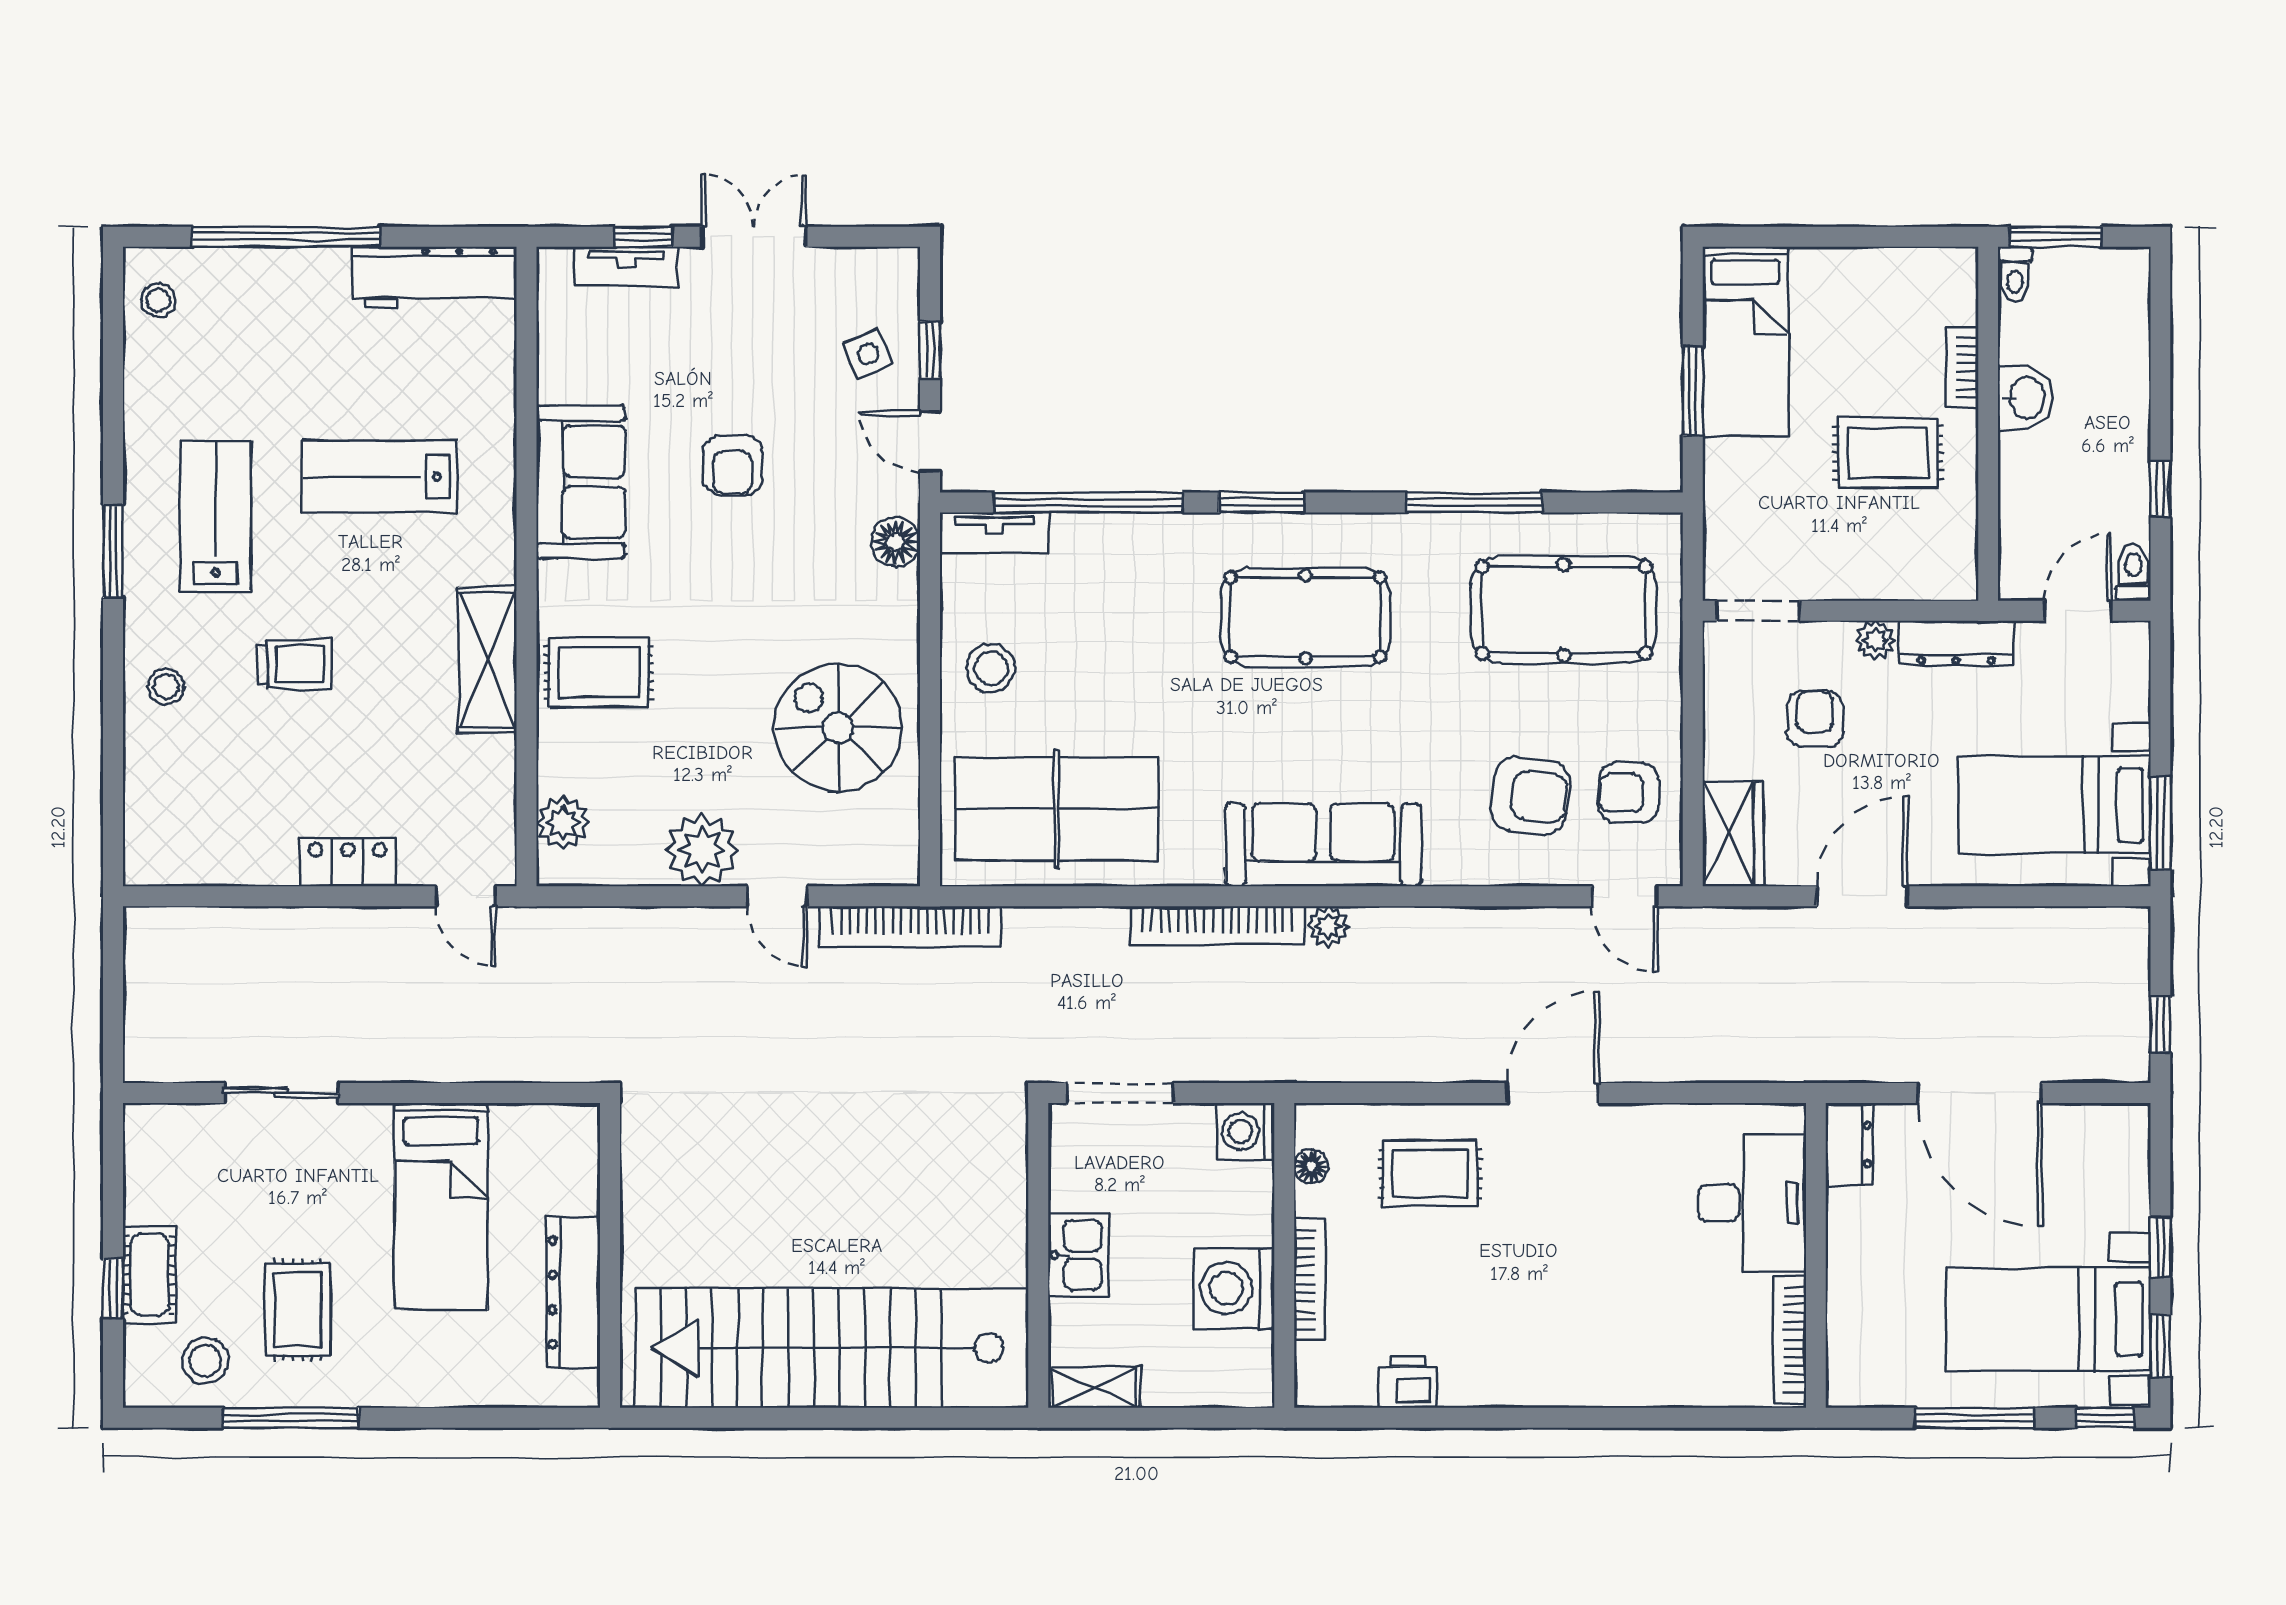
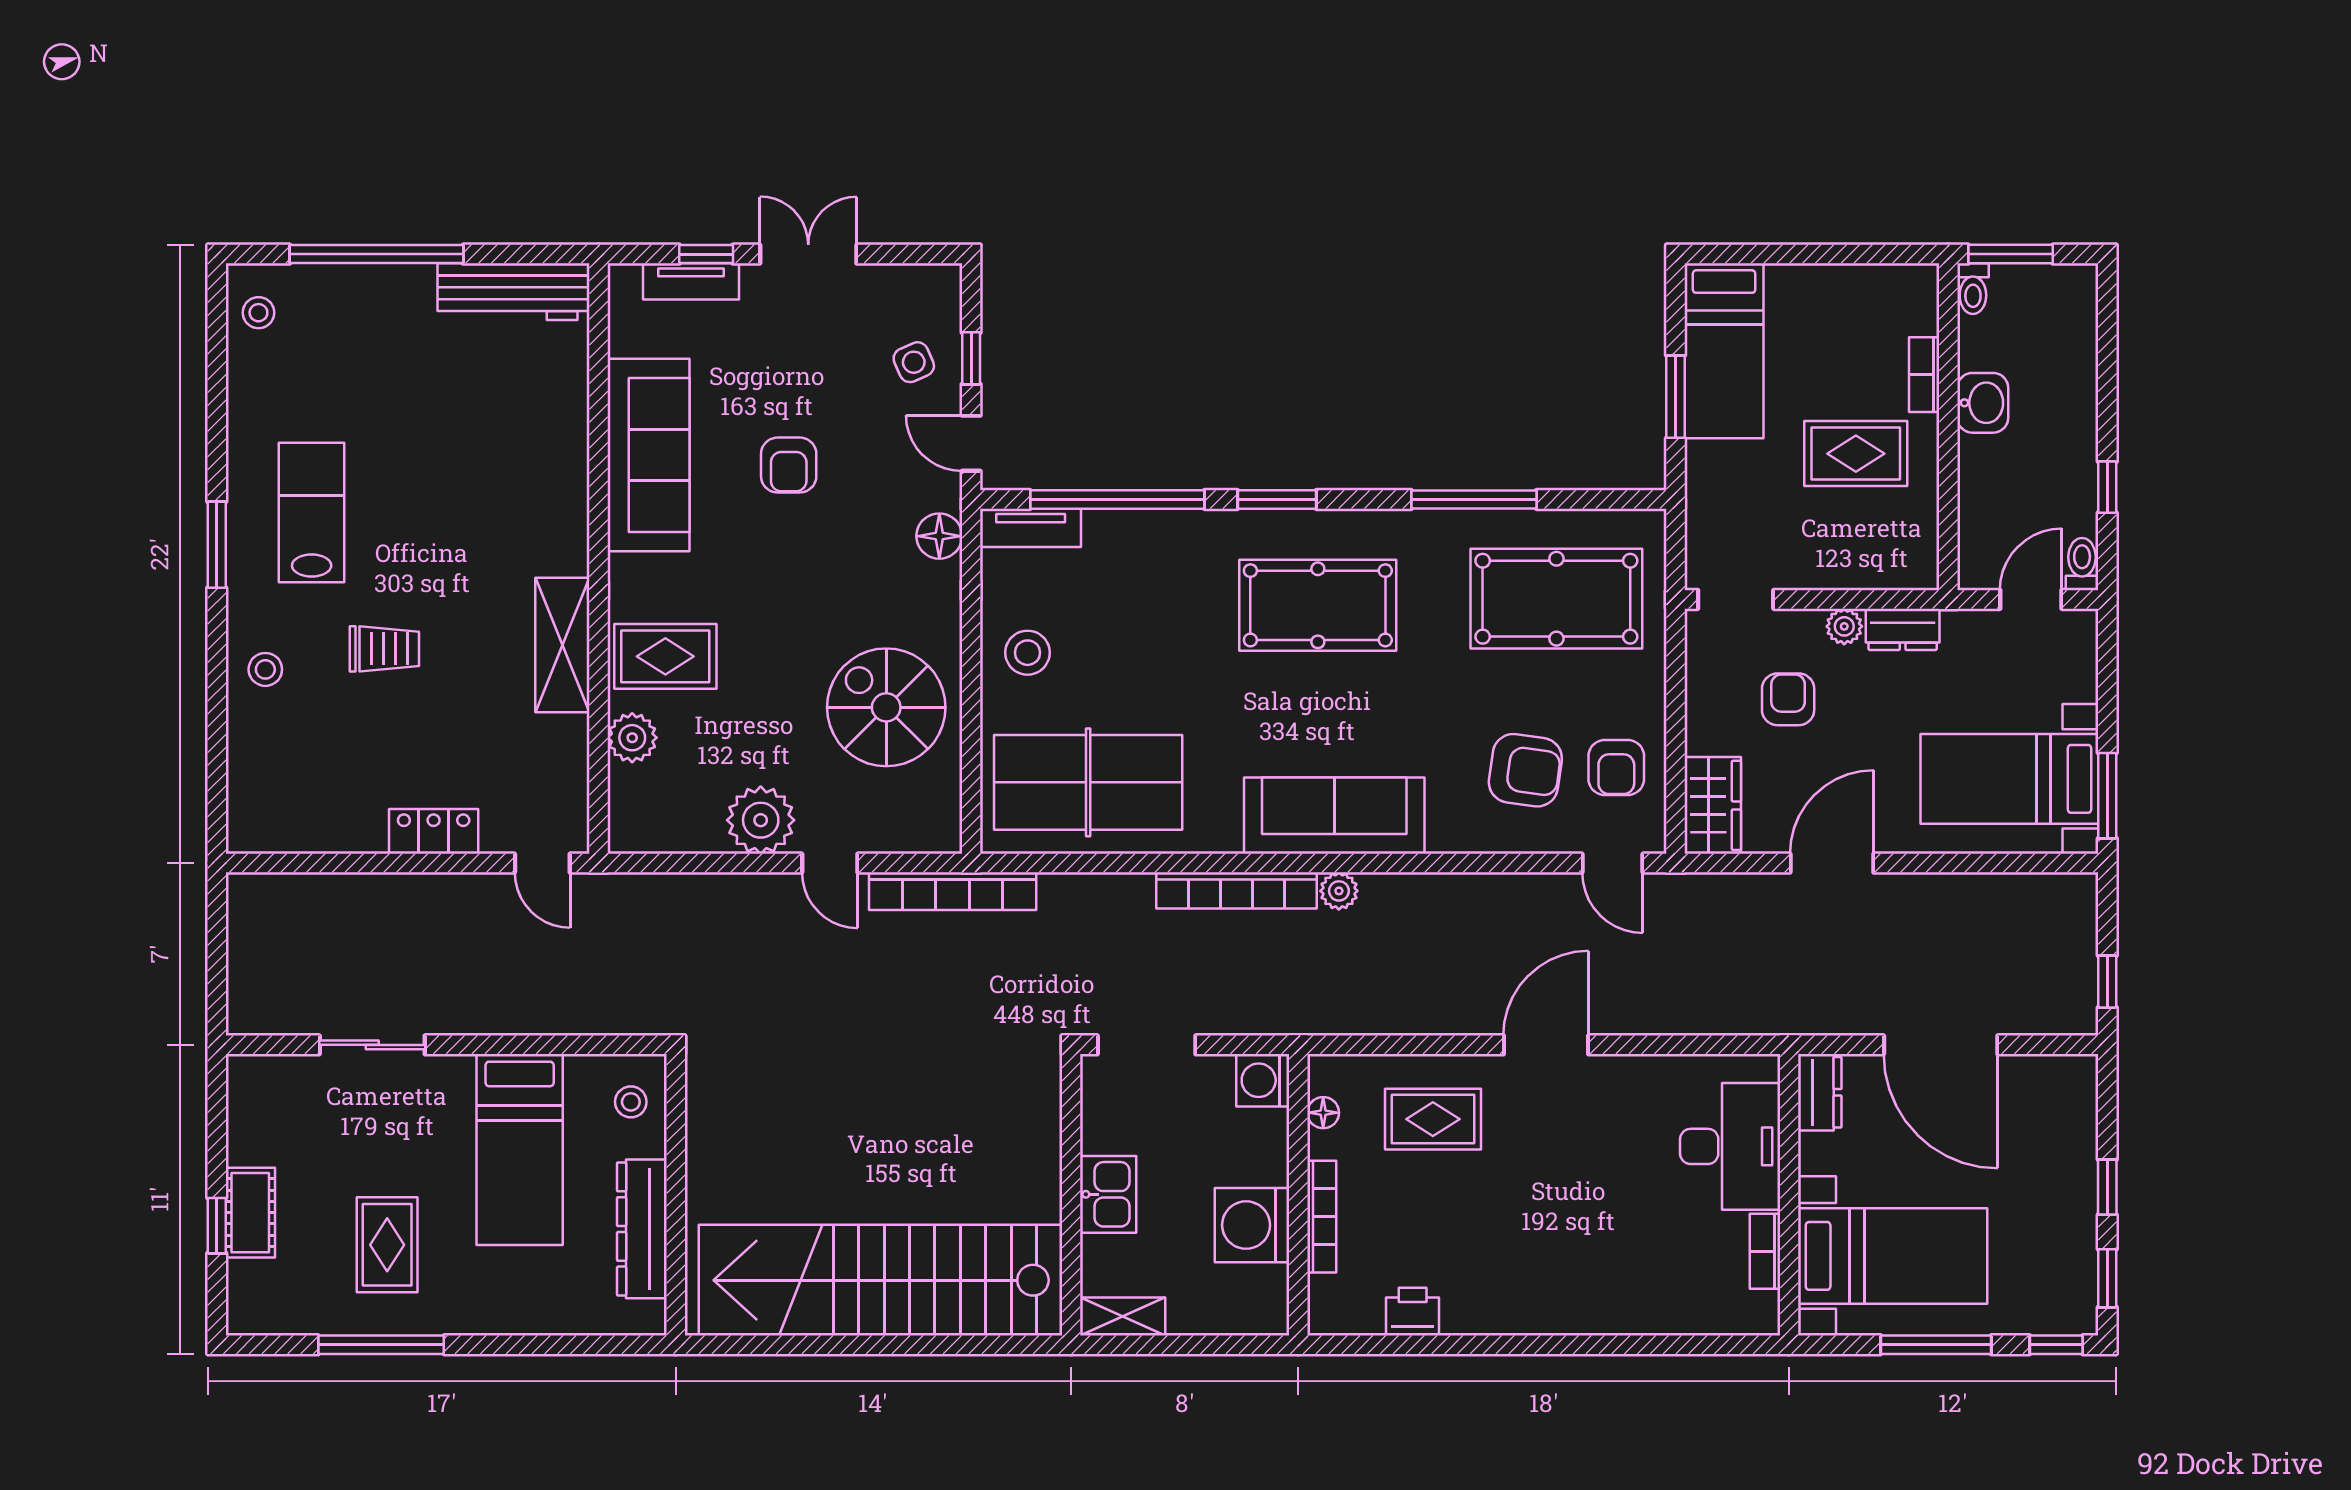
lab bench: (380, 477) -> (463, 476), removed
sofa: (581, 482) -> (649, 455), width x1.36
dresser: (1956, 643) -> (1903, 629), width x0.70
armchair: (1629, 793) -> (1616, 768), turned -90
plant: (563, 823) -> (632, 738), moved
bed with nightstands: (2048, 1319) -> (1893, 1256), moved, turned 180
bookcase: (1790, 1340) -> (1765, 1251), width x0.64
stool: (205, 1361) -> (631, 1102), moved, width x0.73, depth x0.73

